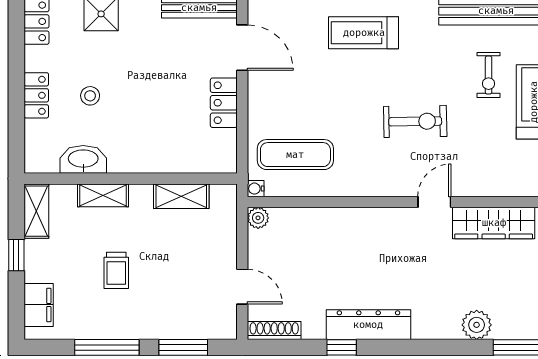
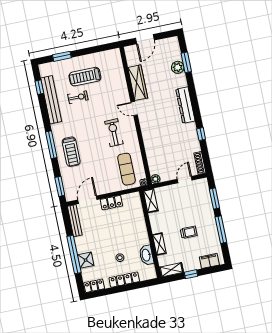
locker: (36, 95) -> (124, 280), width x1.53
exercise bike: (415, 121) -> (114, 133), moved
shelving: (181, 196) -> (151, 201), moved
dresser: (368, 325) -> (185, 105), moved
plant: (477, 325) -> (178, 67), moved

